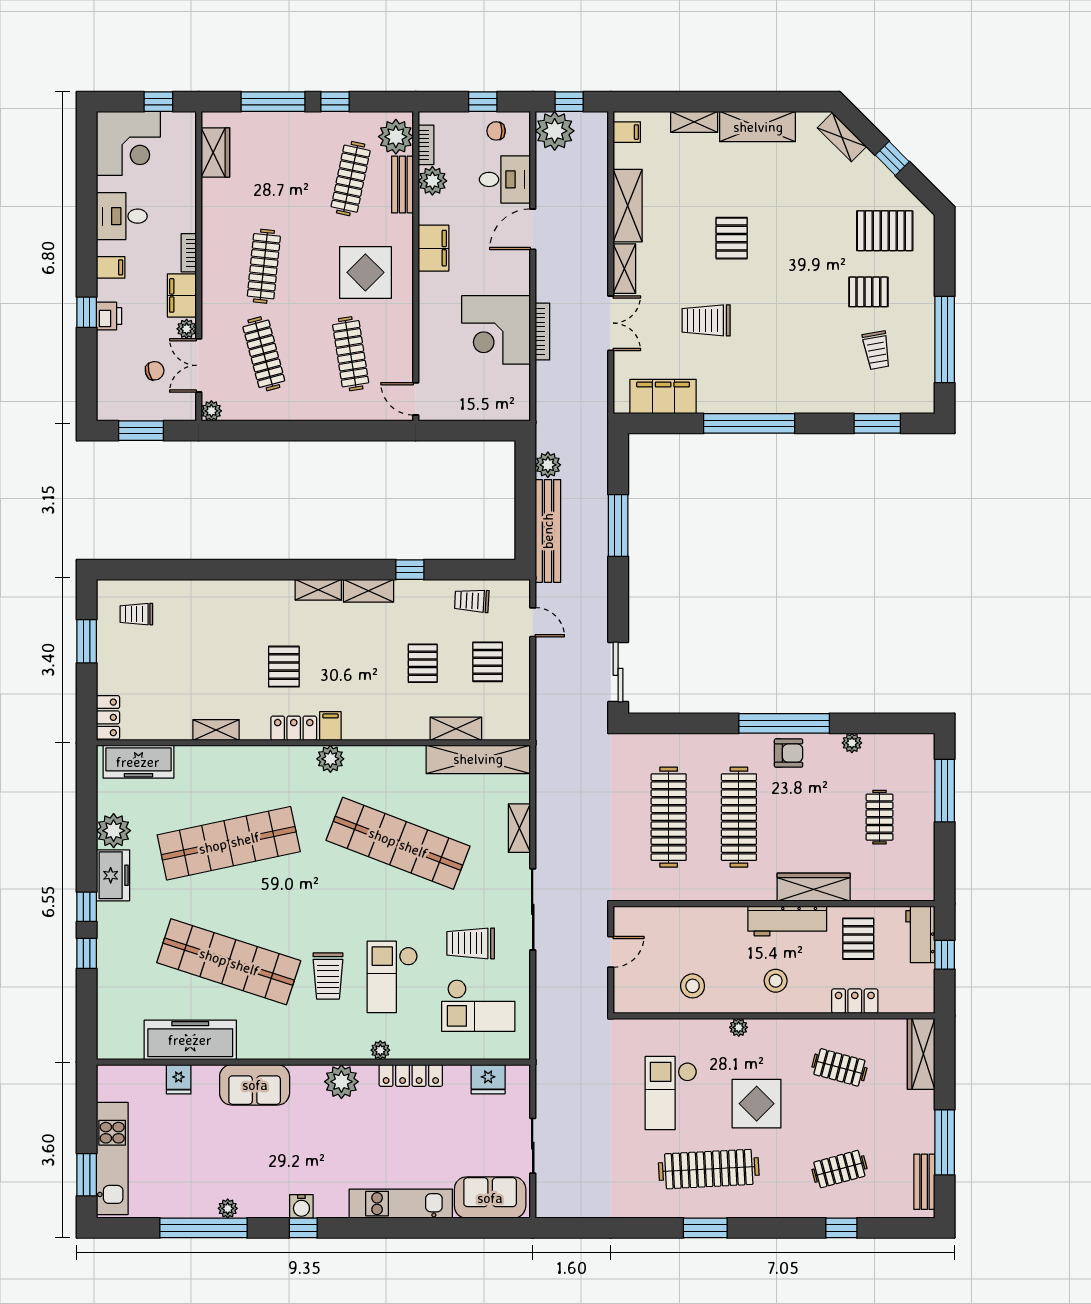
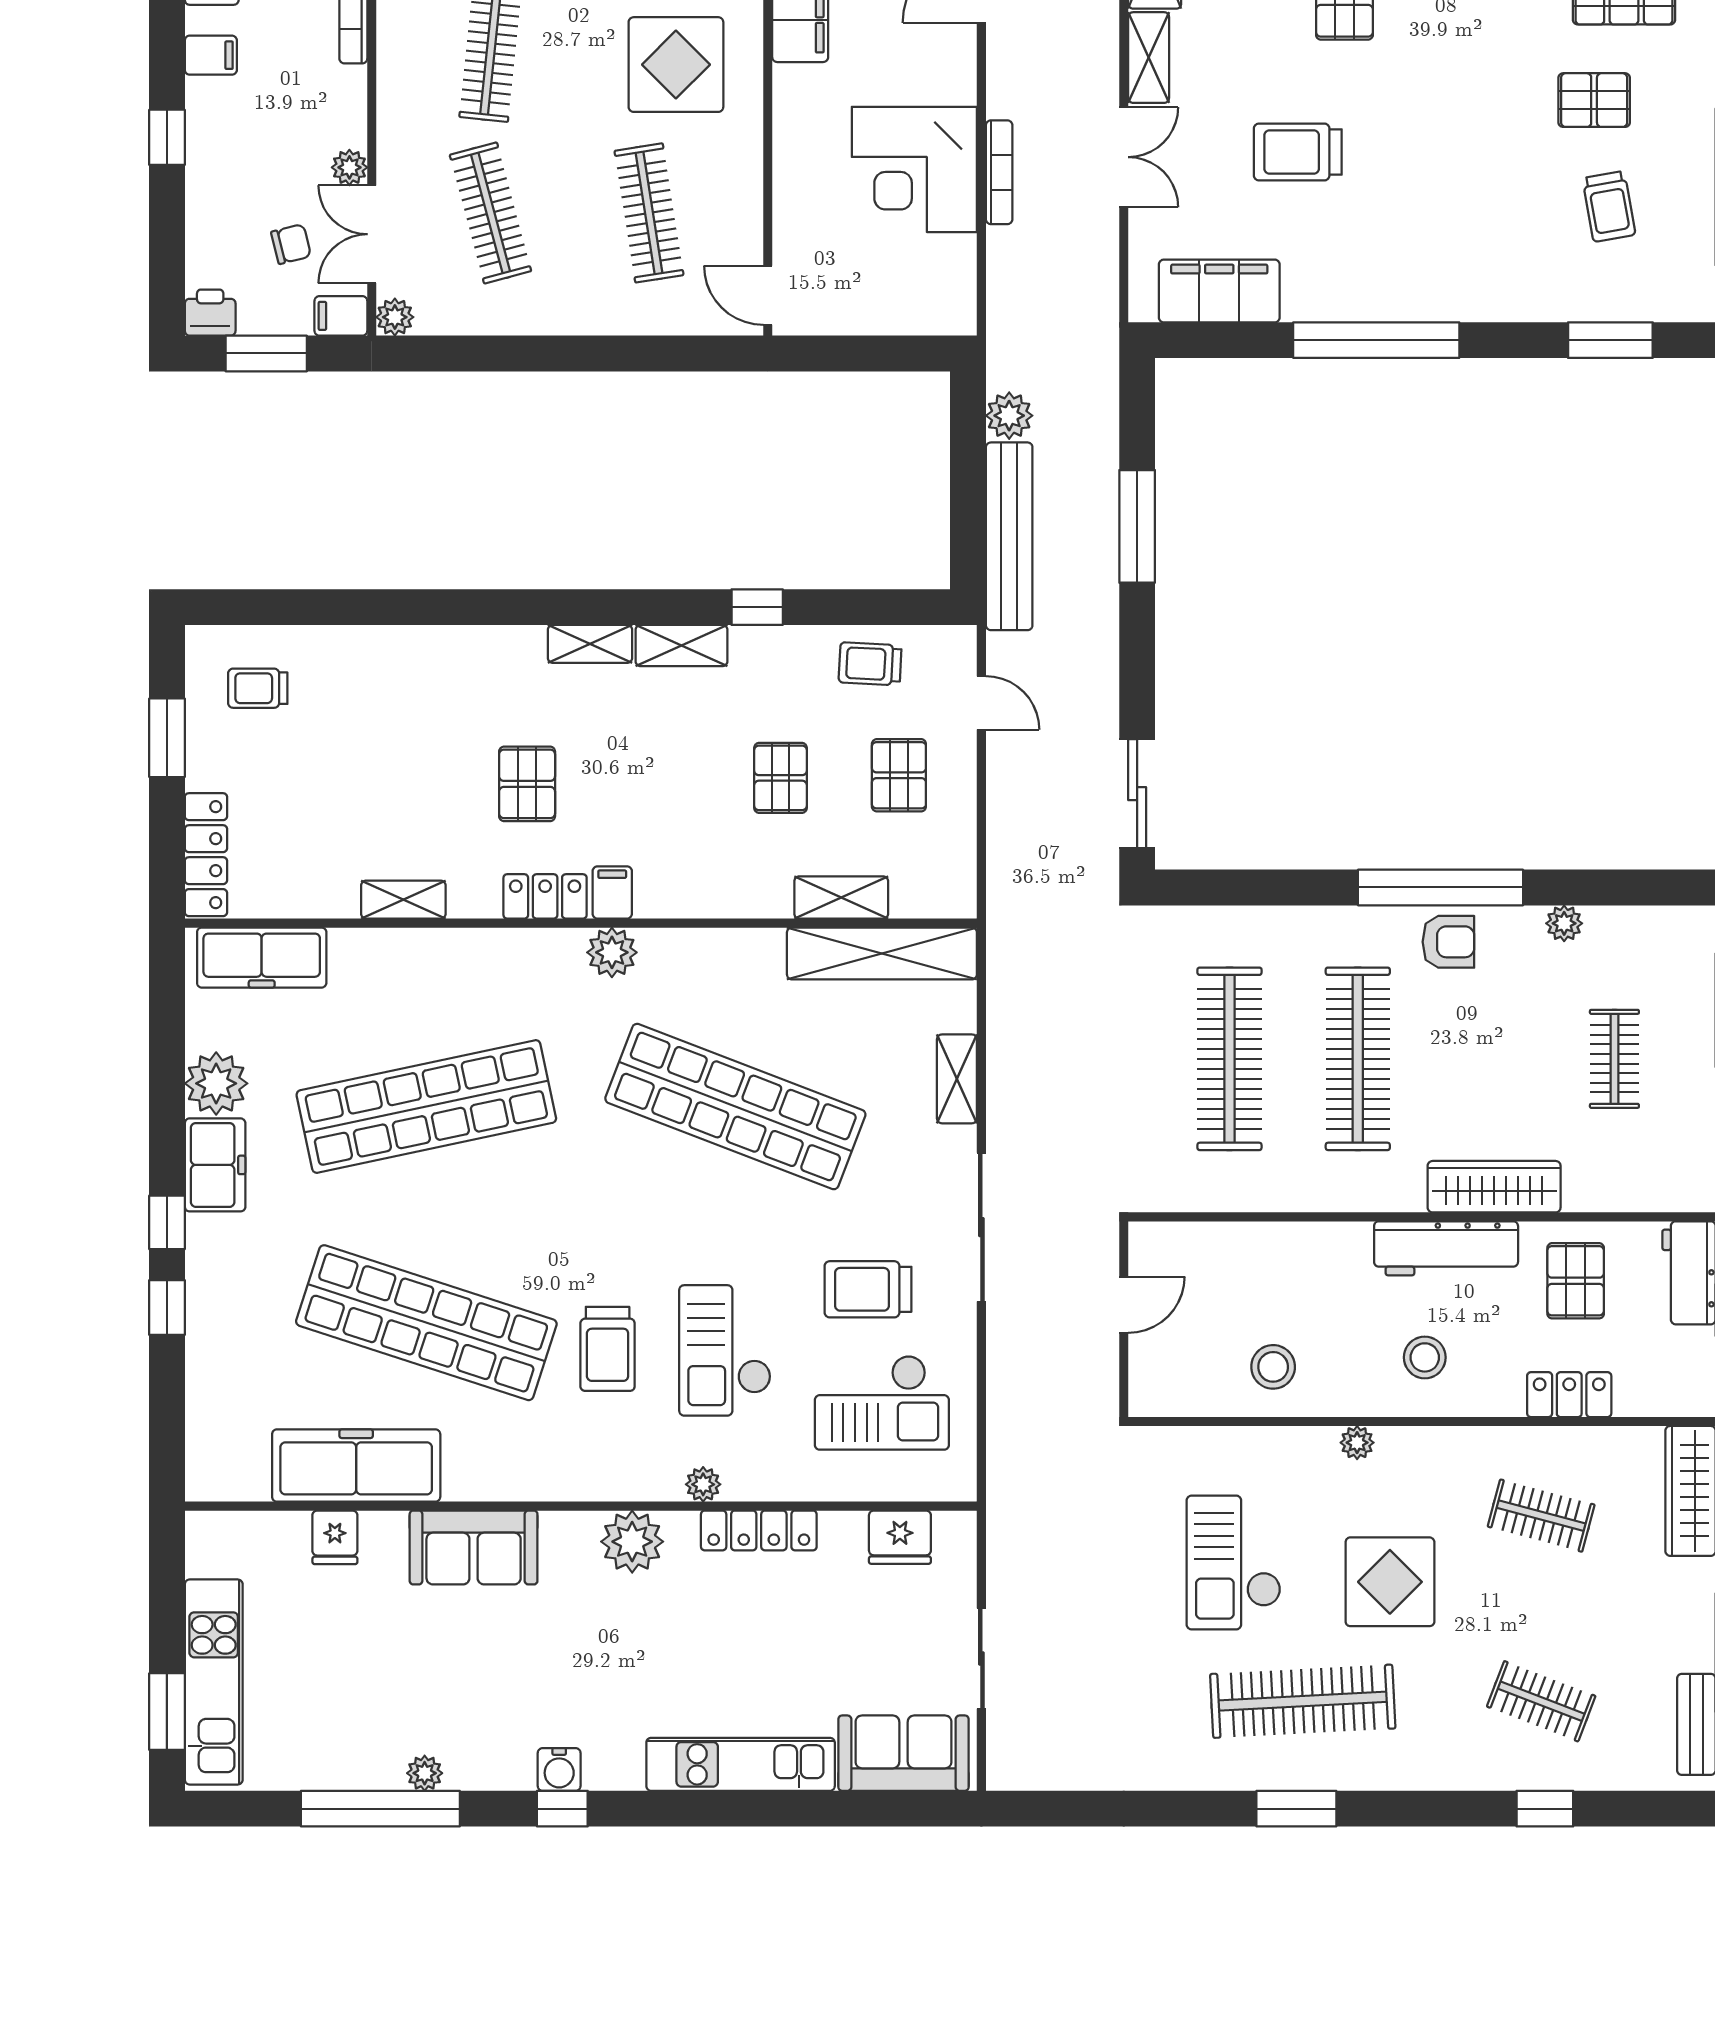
filing cabinet: (182, 295) -> (341, 316), moved, width x0.50
printer: (109, 316) -> (210, 313), moved, turned -90
locker: (108, 717) -> (206, 855), width x1.53
clothes rail: (839, 1169) -> (1541, 1701), turned 36

